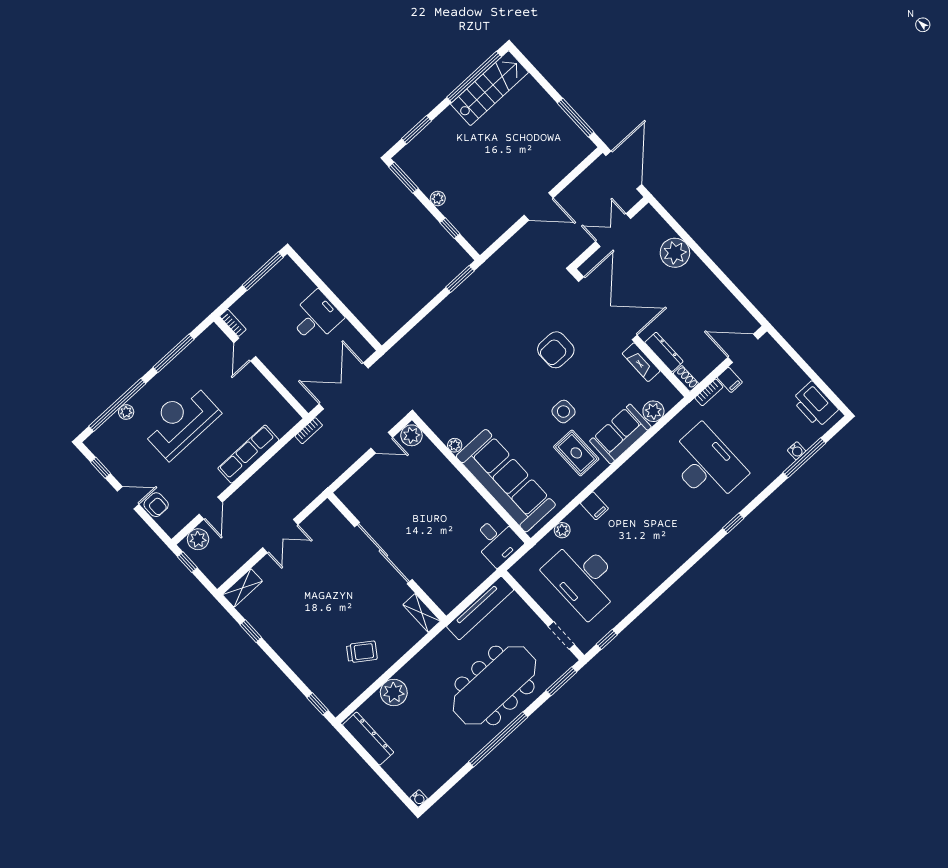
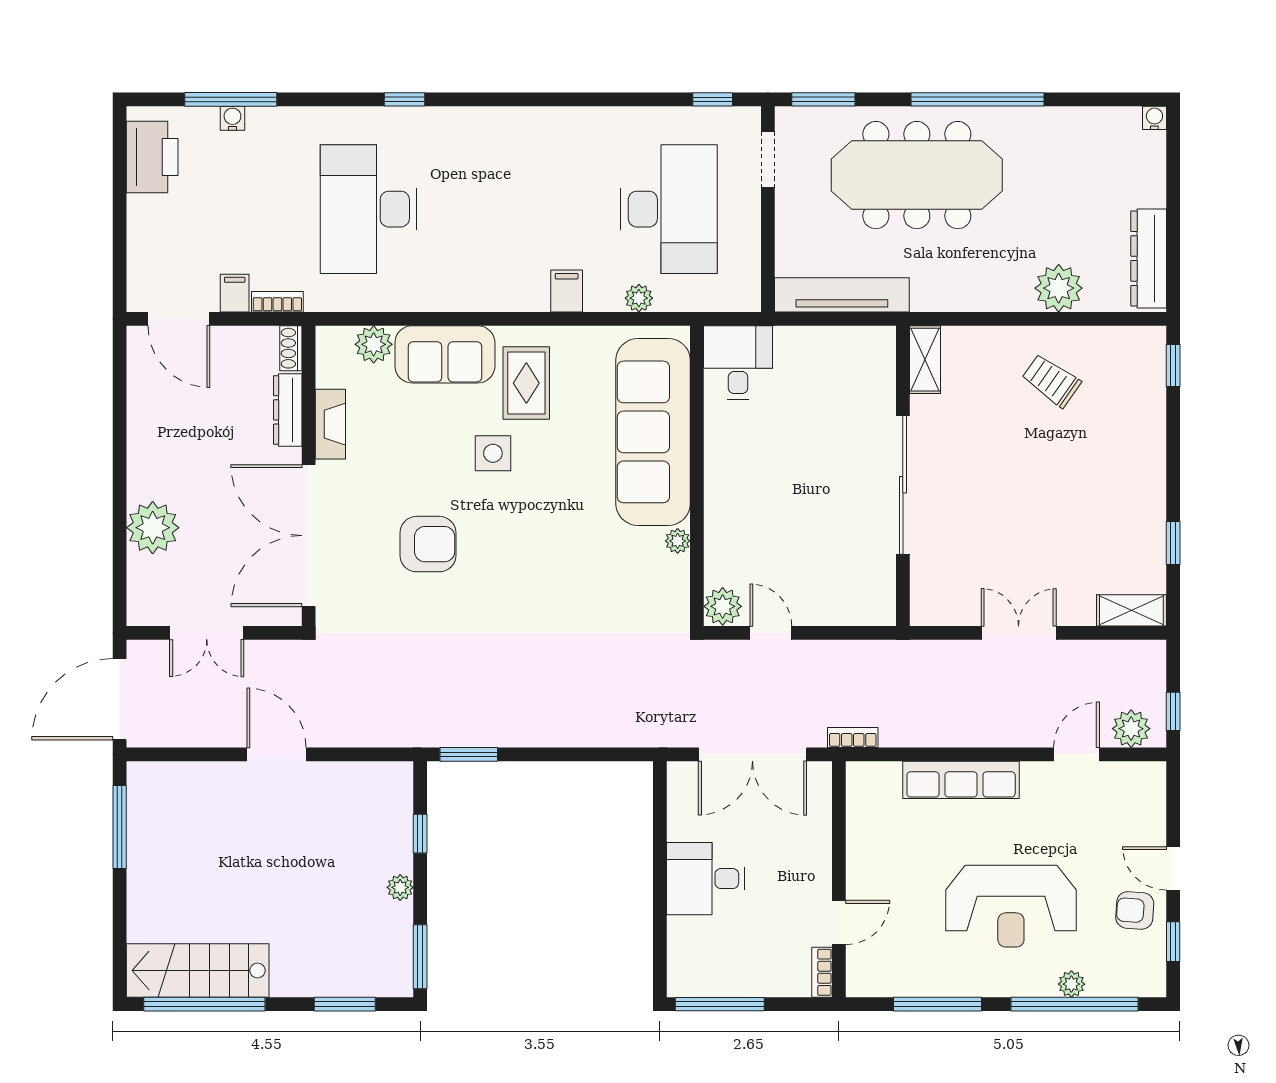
armchair: (156, 505) -> (1135, 910), moved, turned -86

